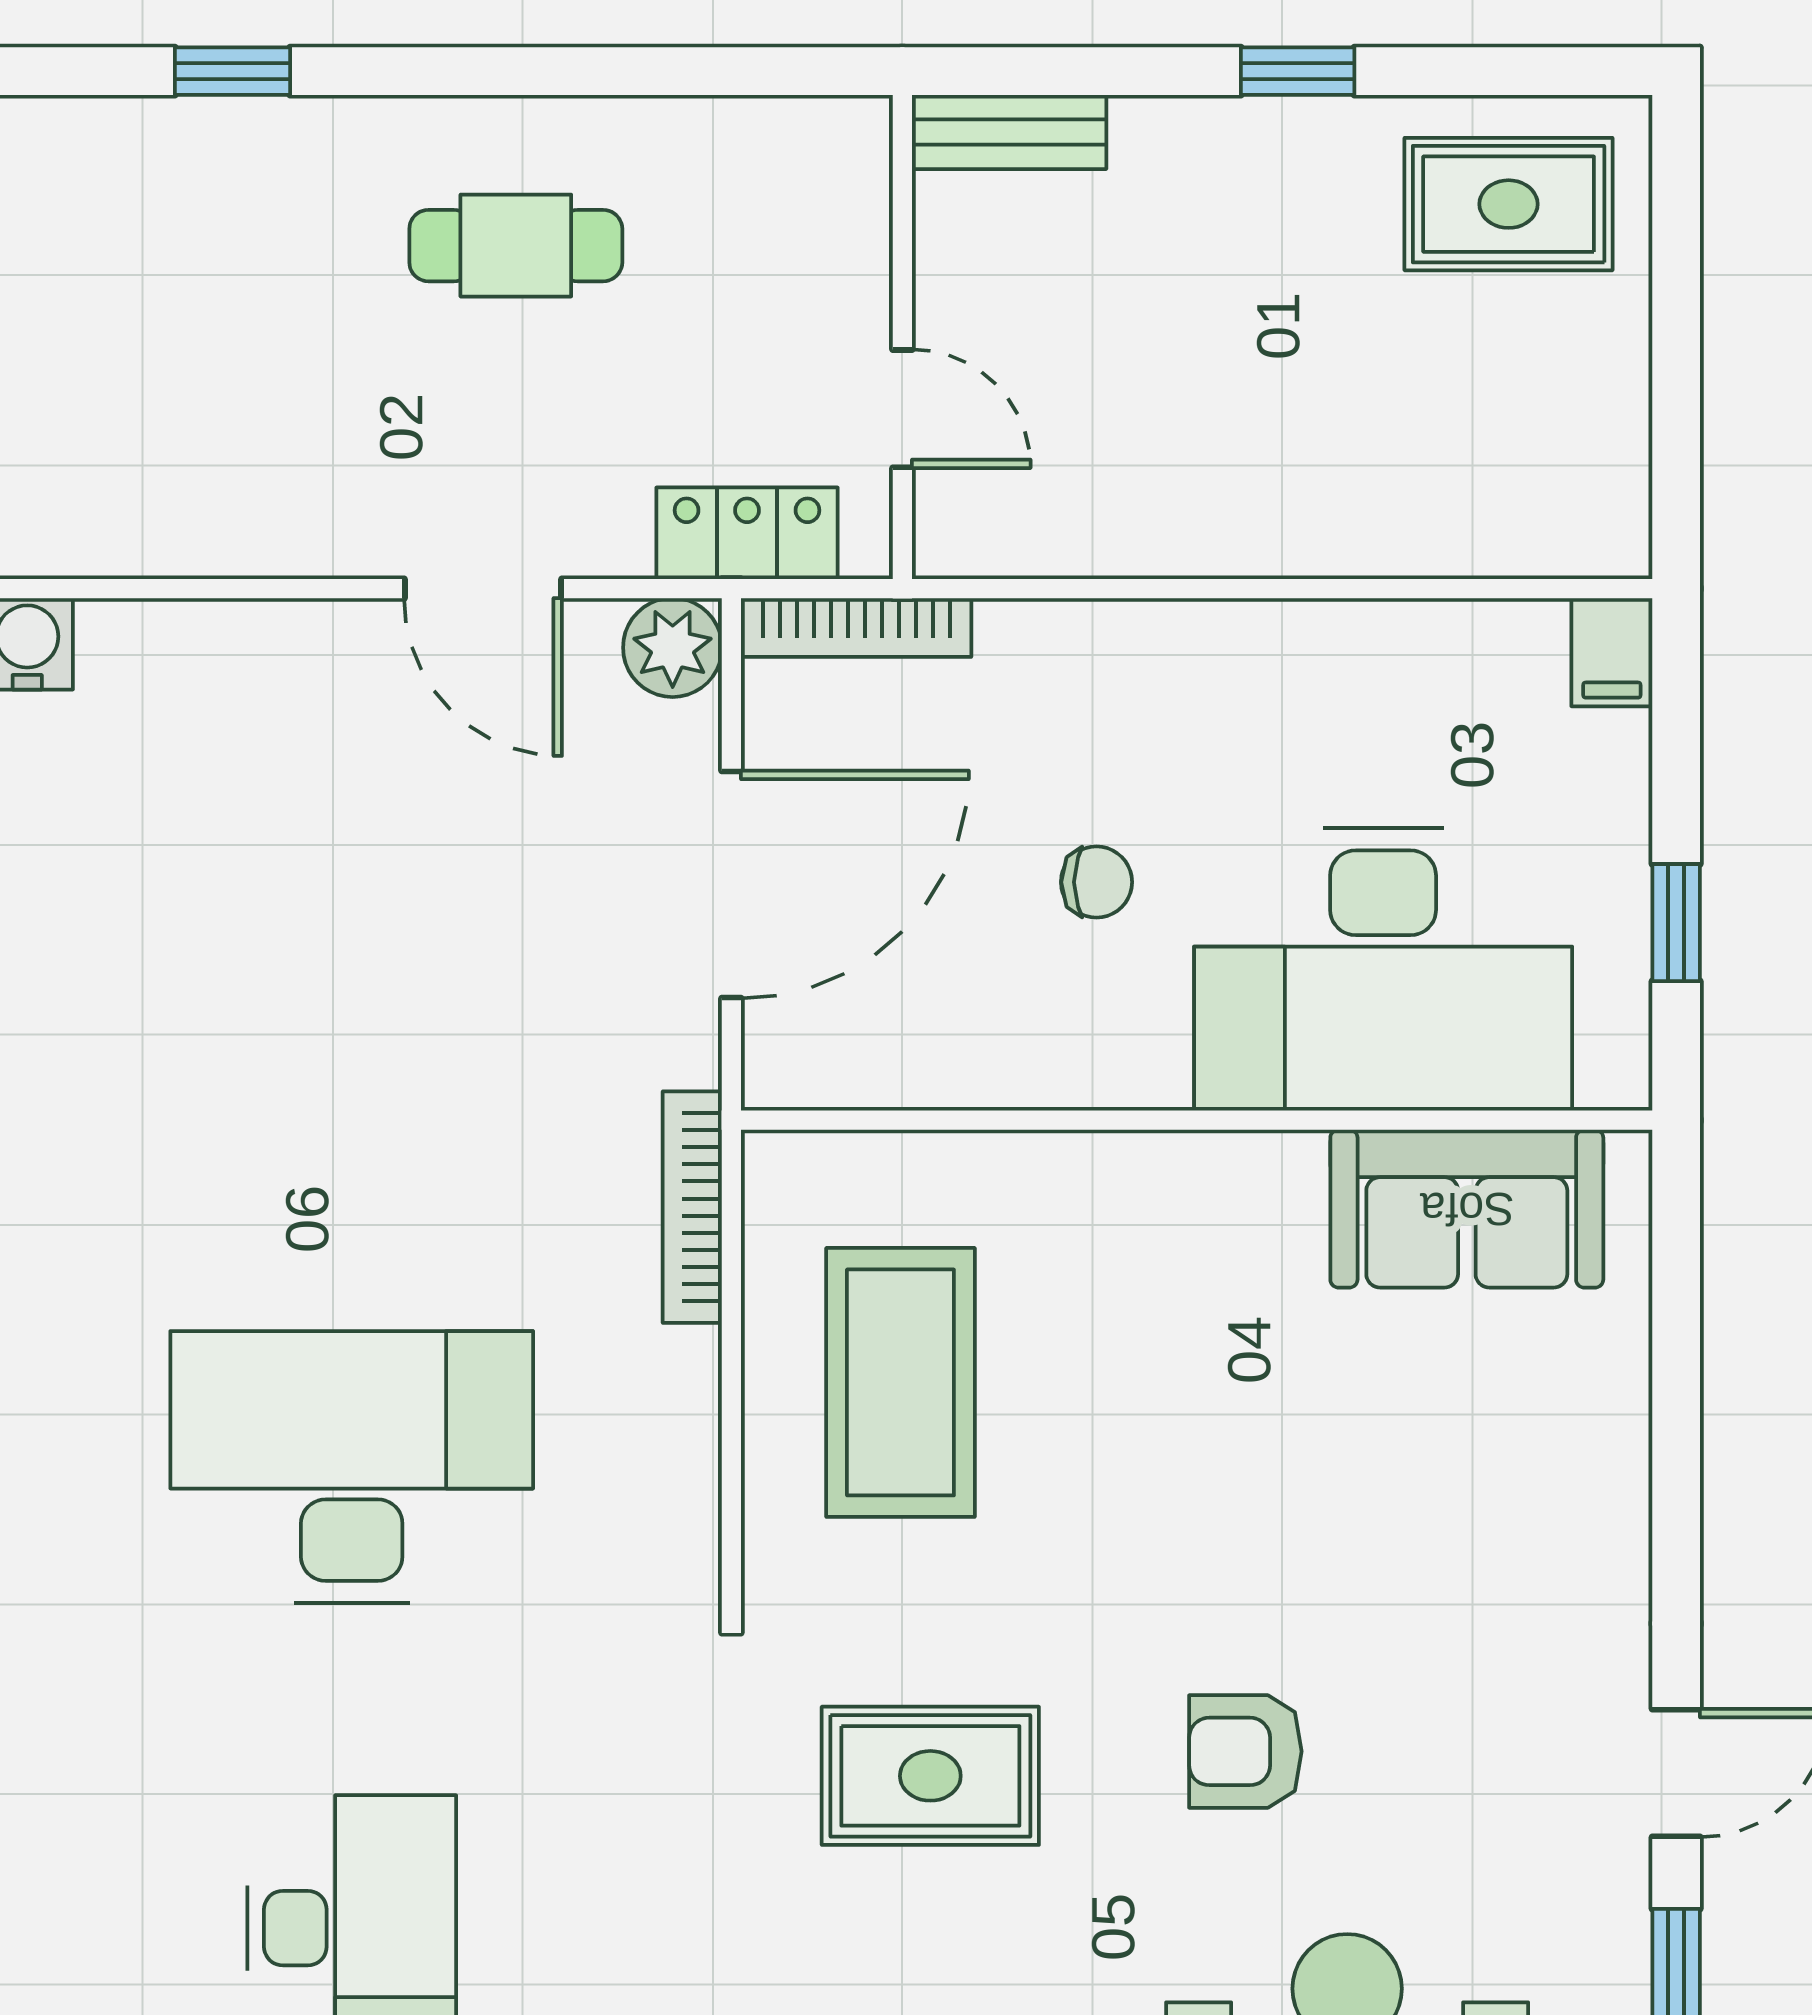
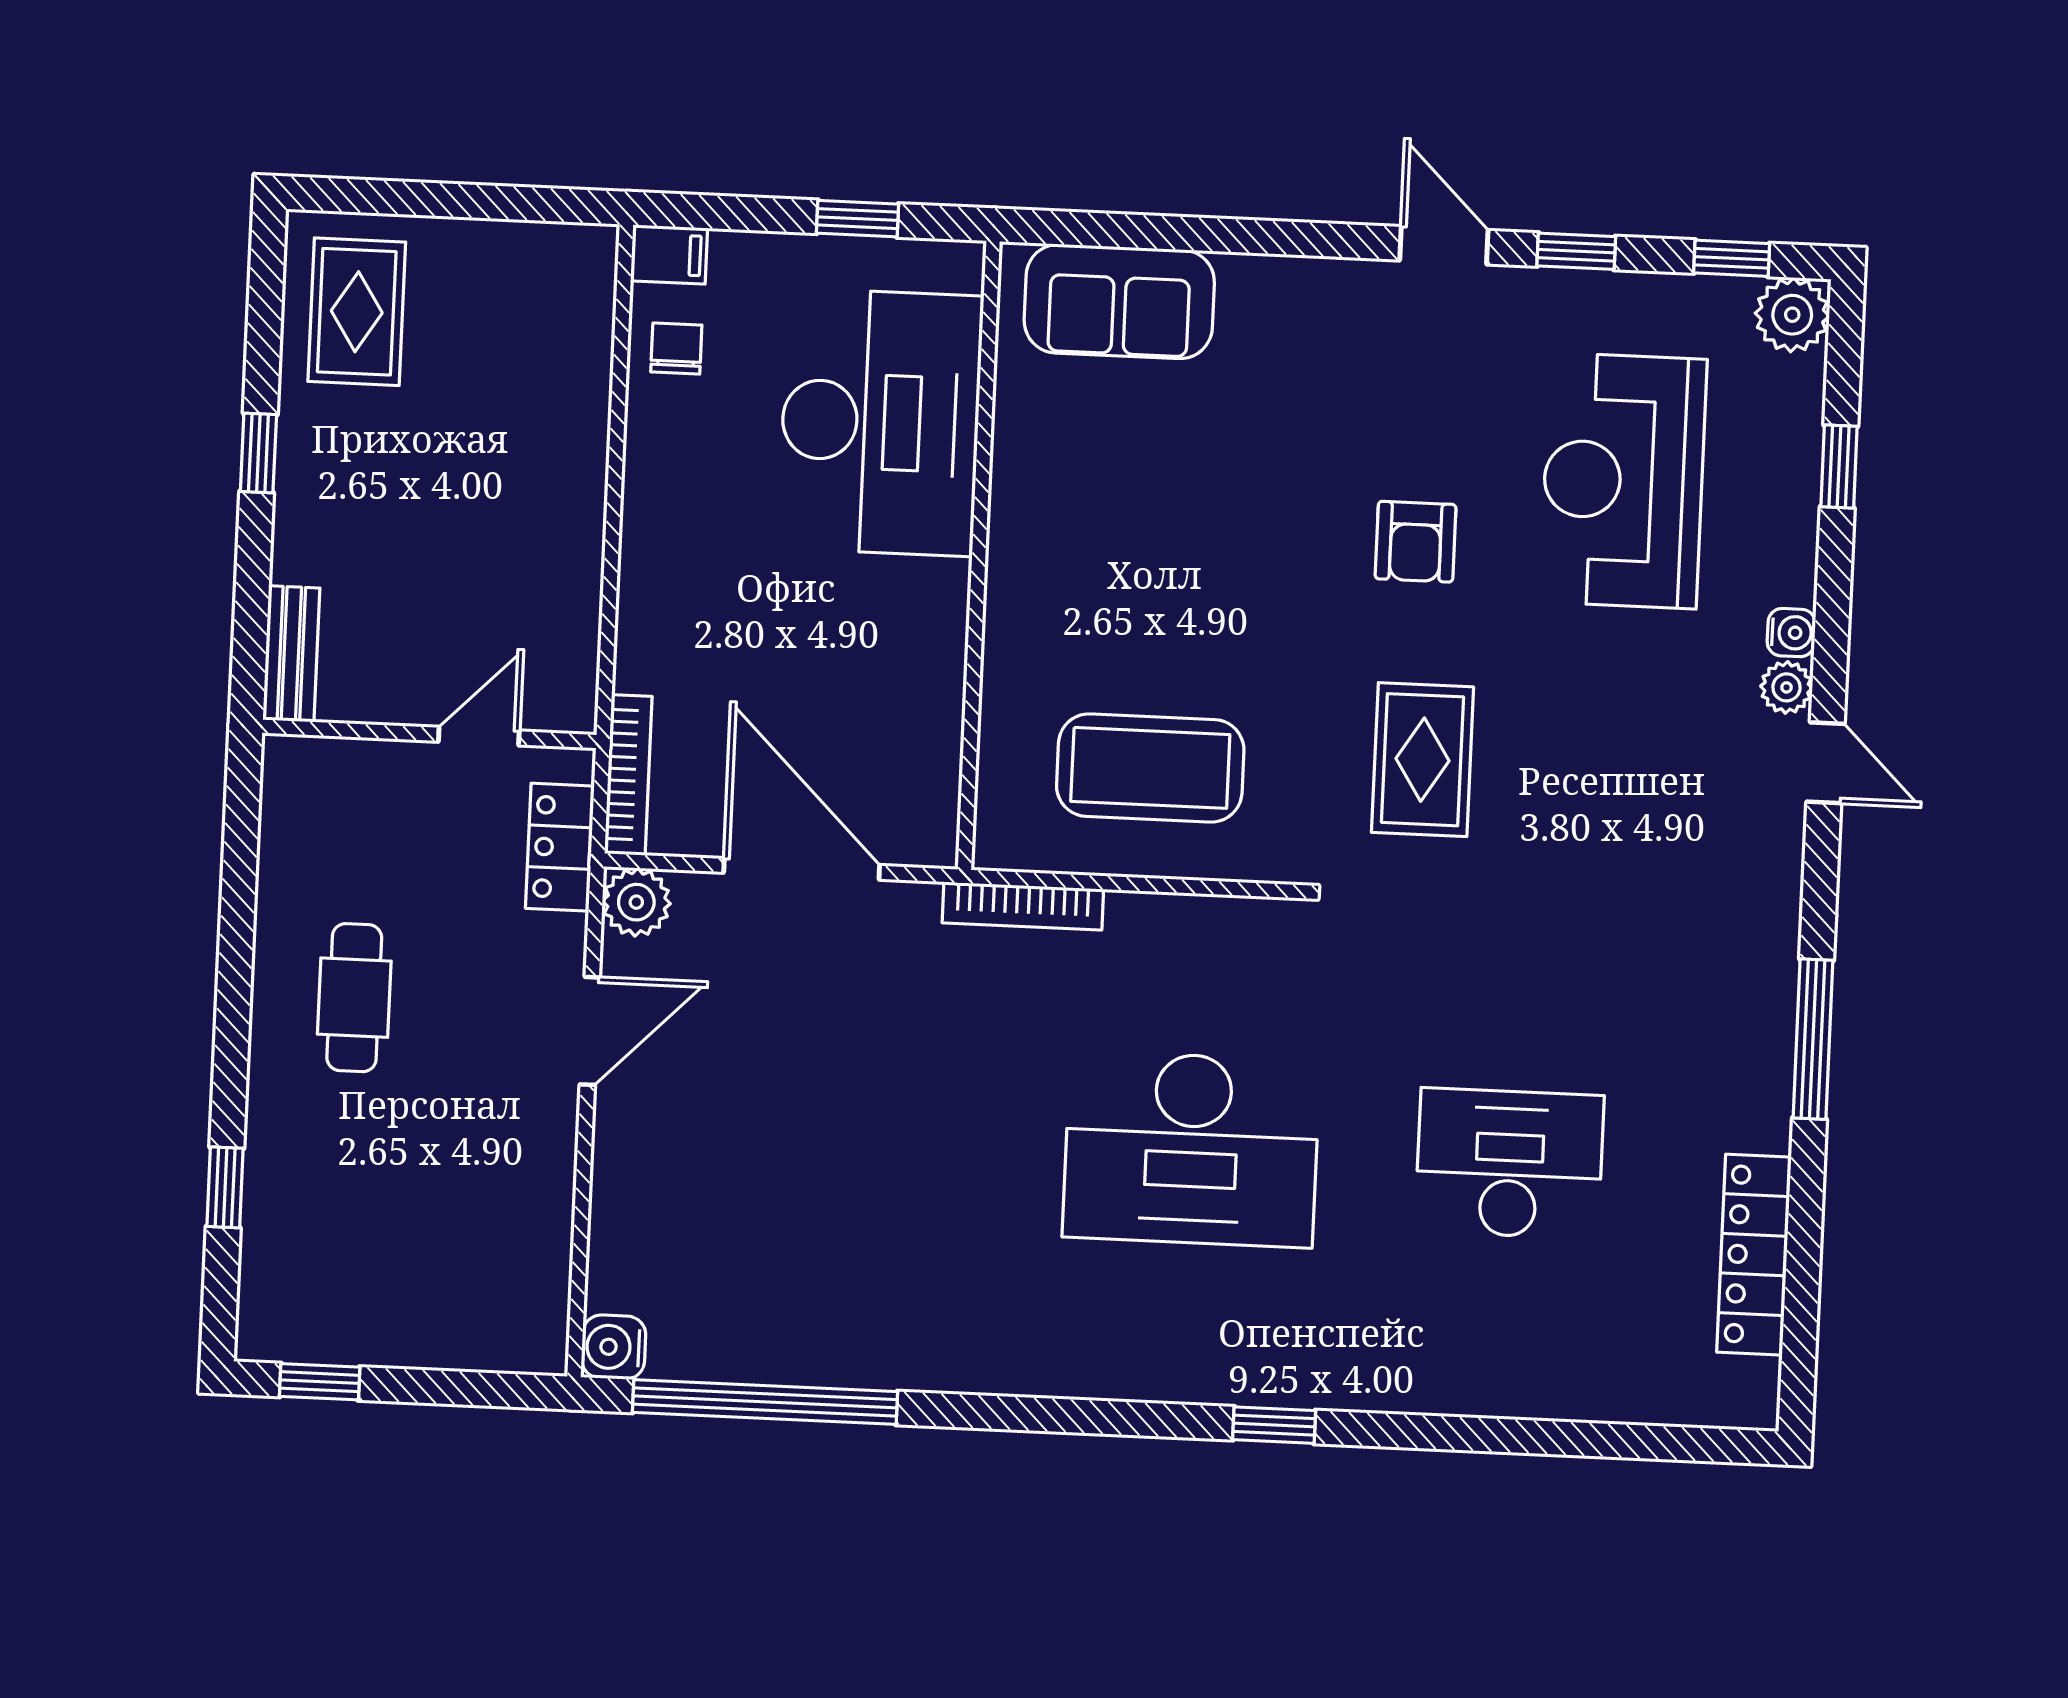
chair: (1097, 882) -> (676, 349), moved
sofa: (1467, 1209) -> (1119, 301), moved, turned 90
desk: (352, 1467) -> (1191, 1149), turned -90

